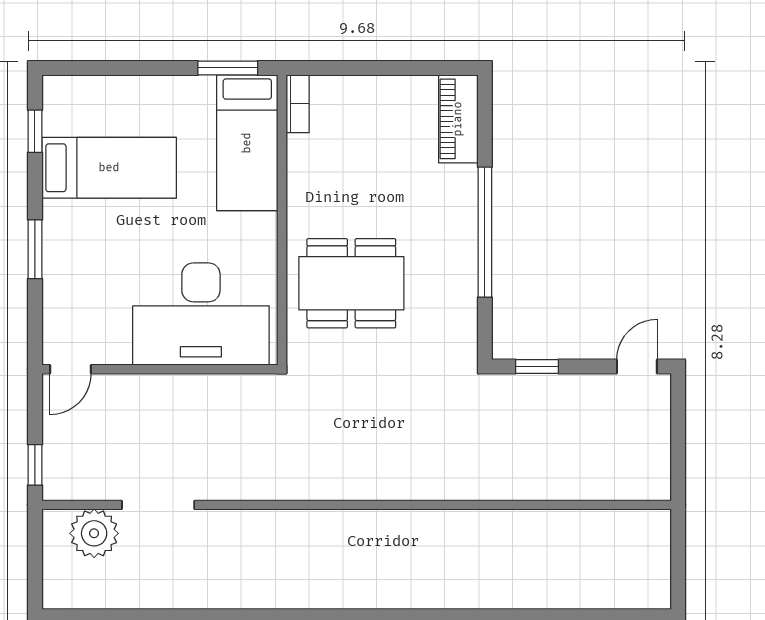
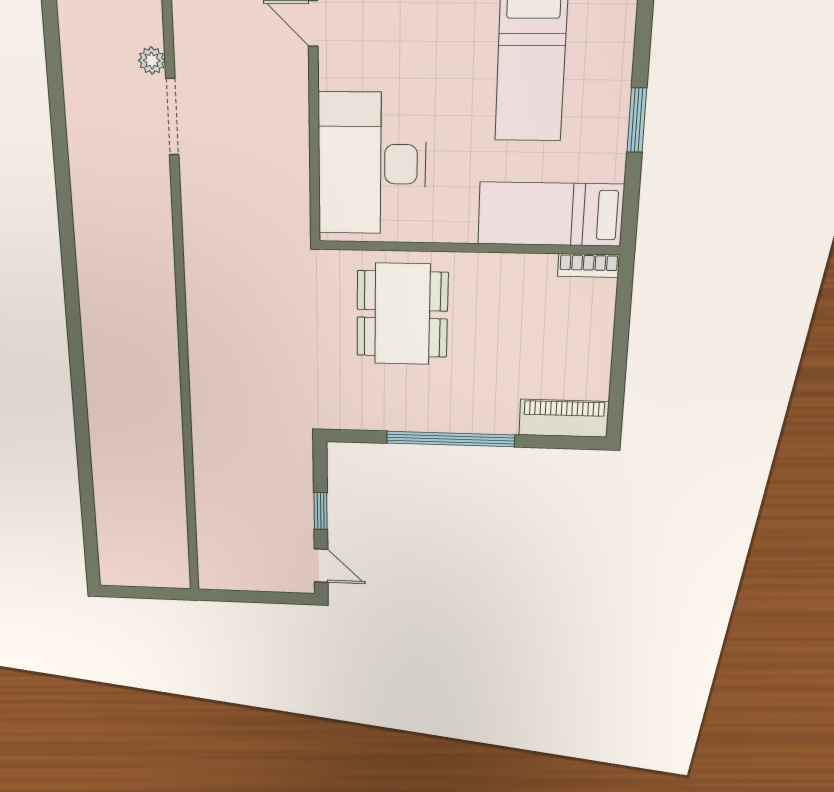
window: (228, 68) -> (637, 120), moved
window: (537, 366) -> (321, 511), moved
plant: (94, 533) -> (152, 60), width x0.53, depth x0.53

